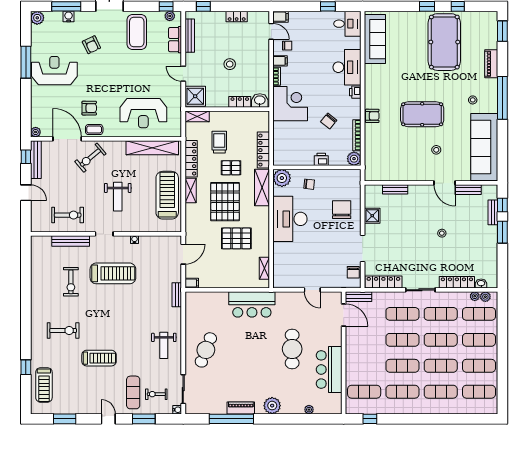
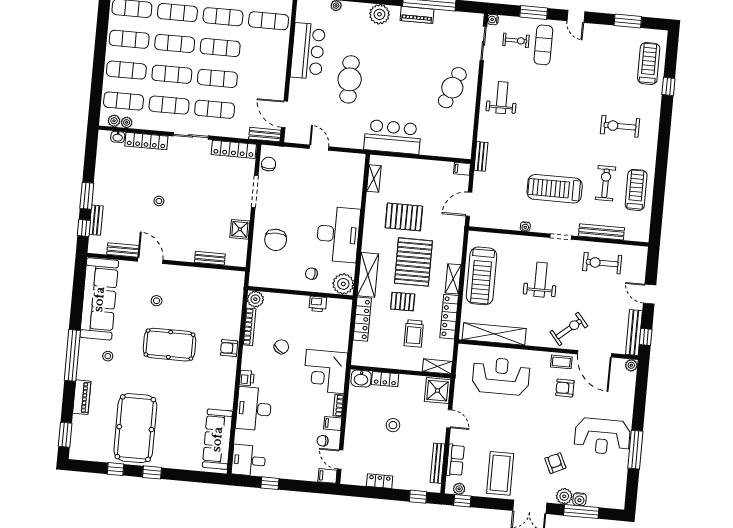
plant: (37, 18) -> (564, 496), moved
printer: (321, 159) -> (318, 304), moved
treadmill: (99, 358) -> (636, 190), moved, turned 90

